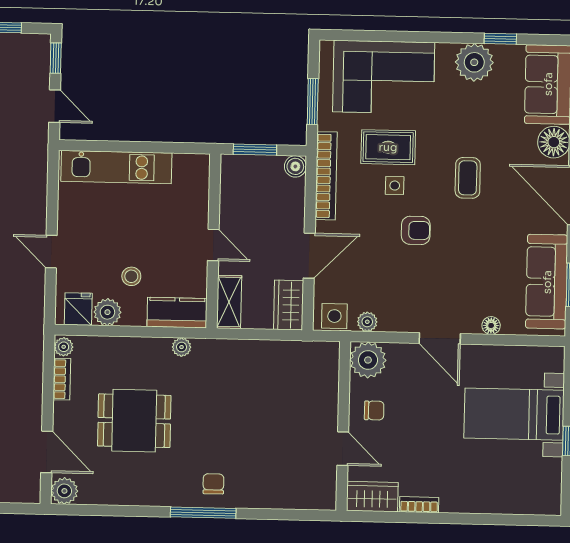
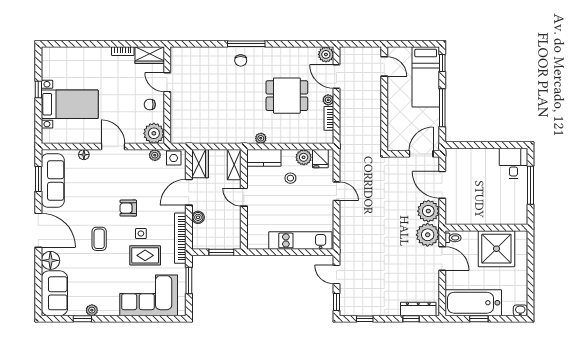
plant: (474, 62) -> (92, 310), width x0.53, depth x0.53
boiler: (295, 166) -> (198, 217), moved
plant: (64, 347) -> (328, 100), moved

